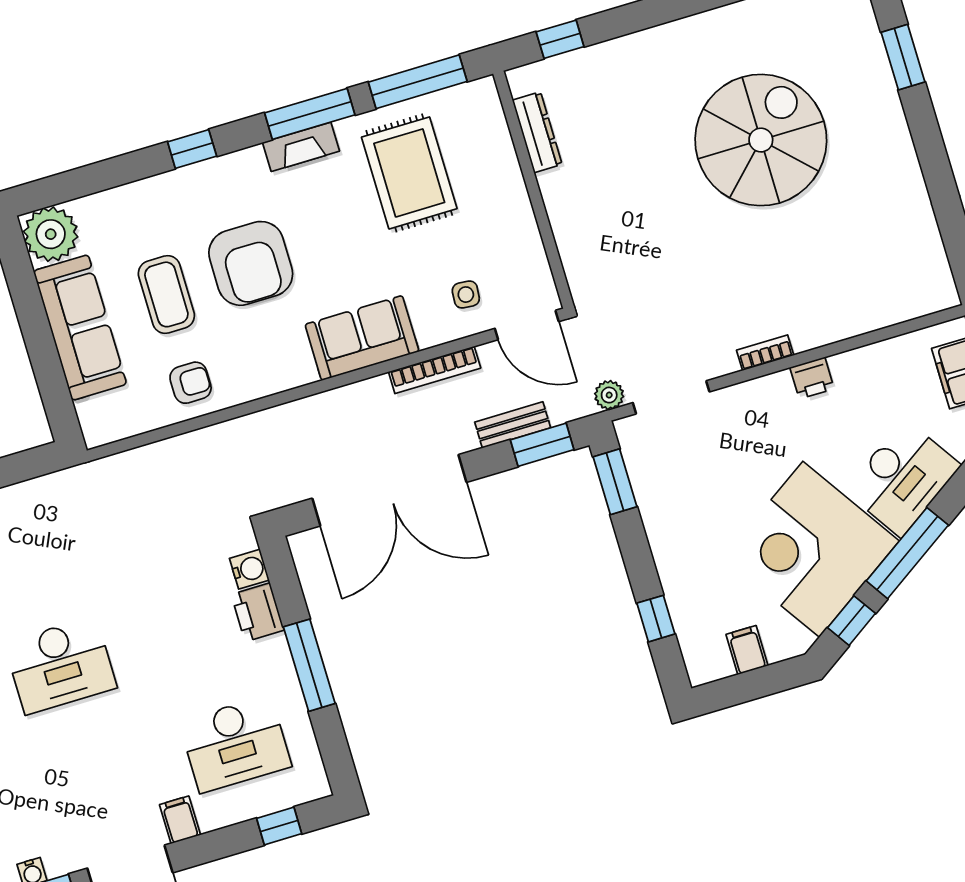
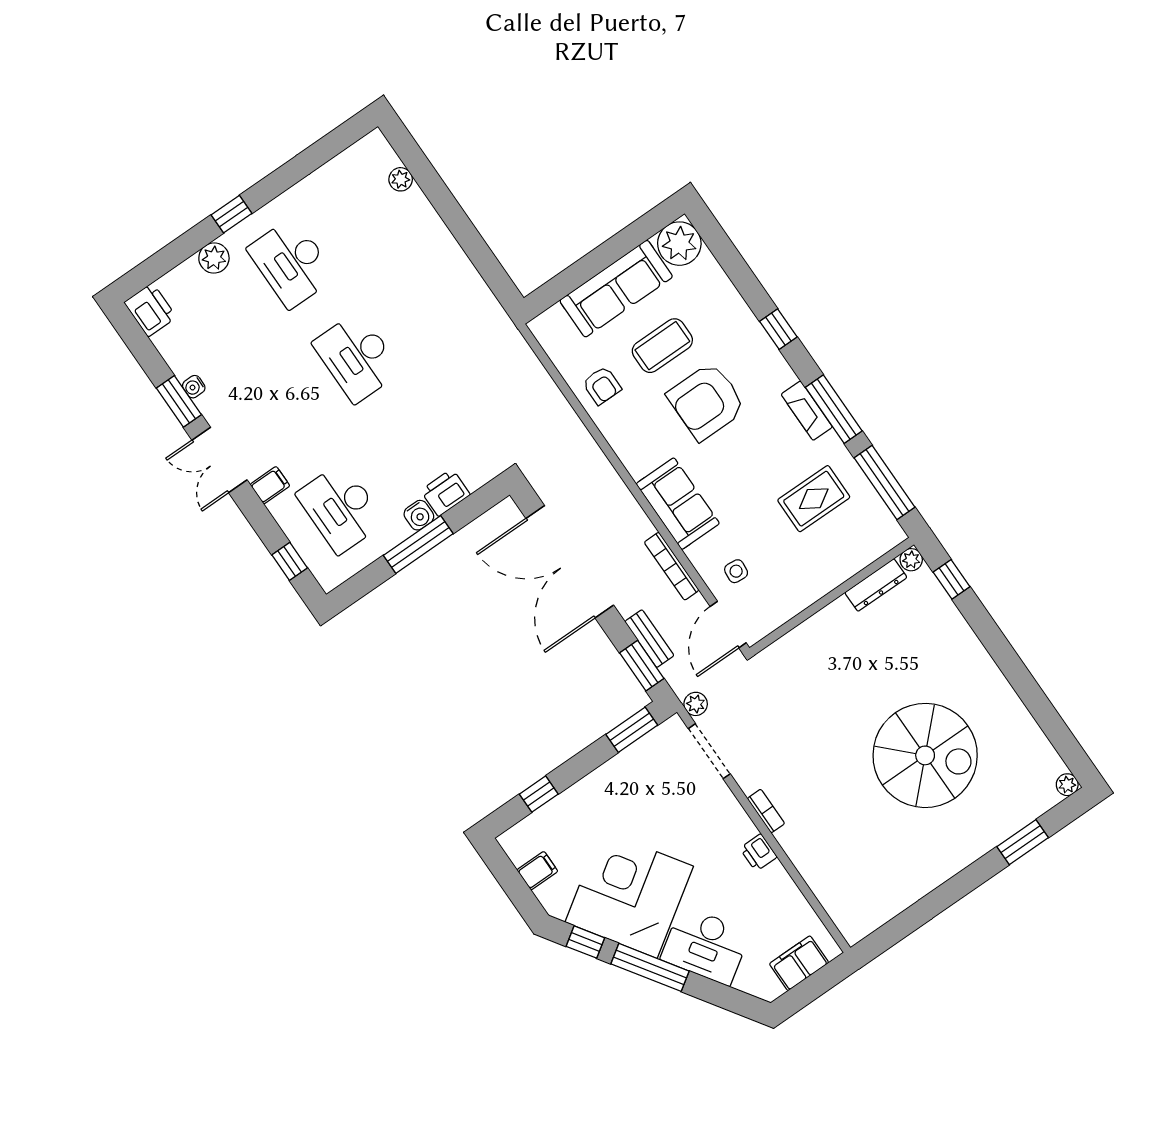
plant: (521, 80) -> (911, 560), added
rug: (409, 173) -> (814, 499), width x0.73, depth x0.70
water cooler: (249, 569) -> (419, 515), moved

